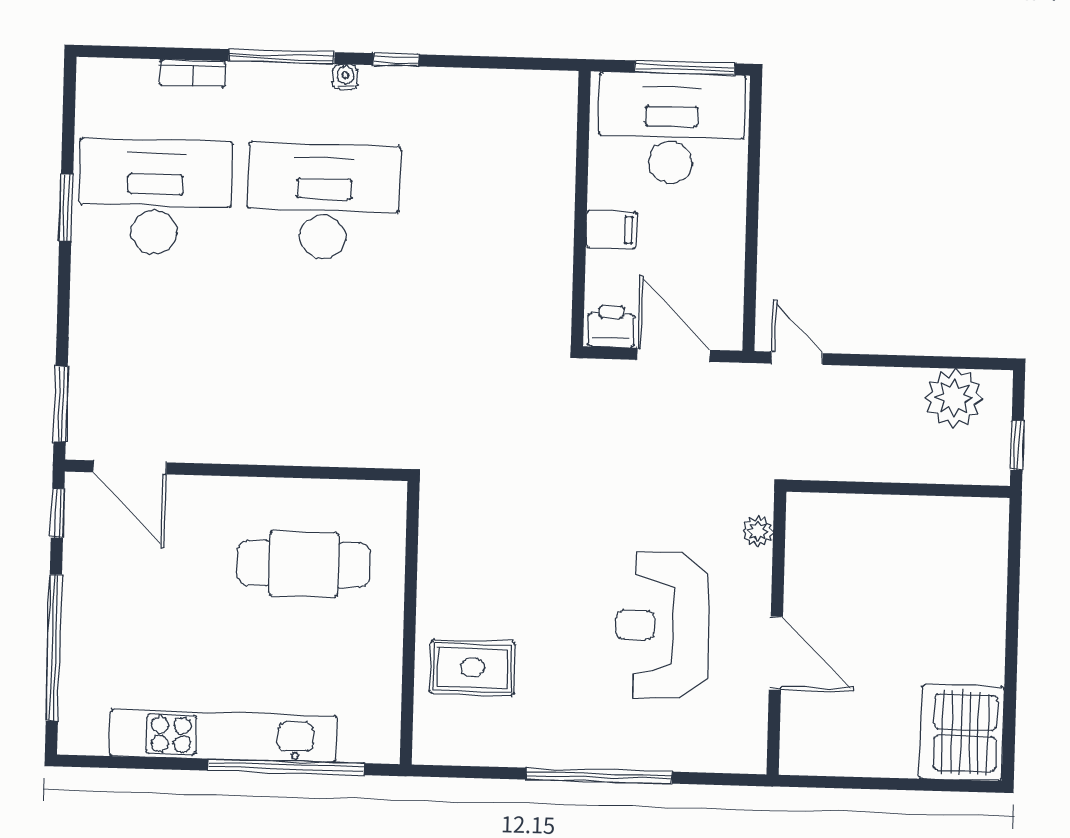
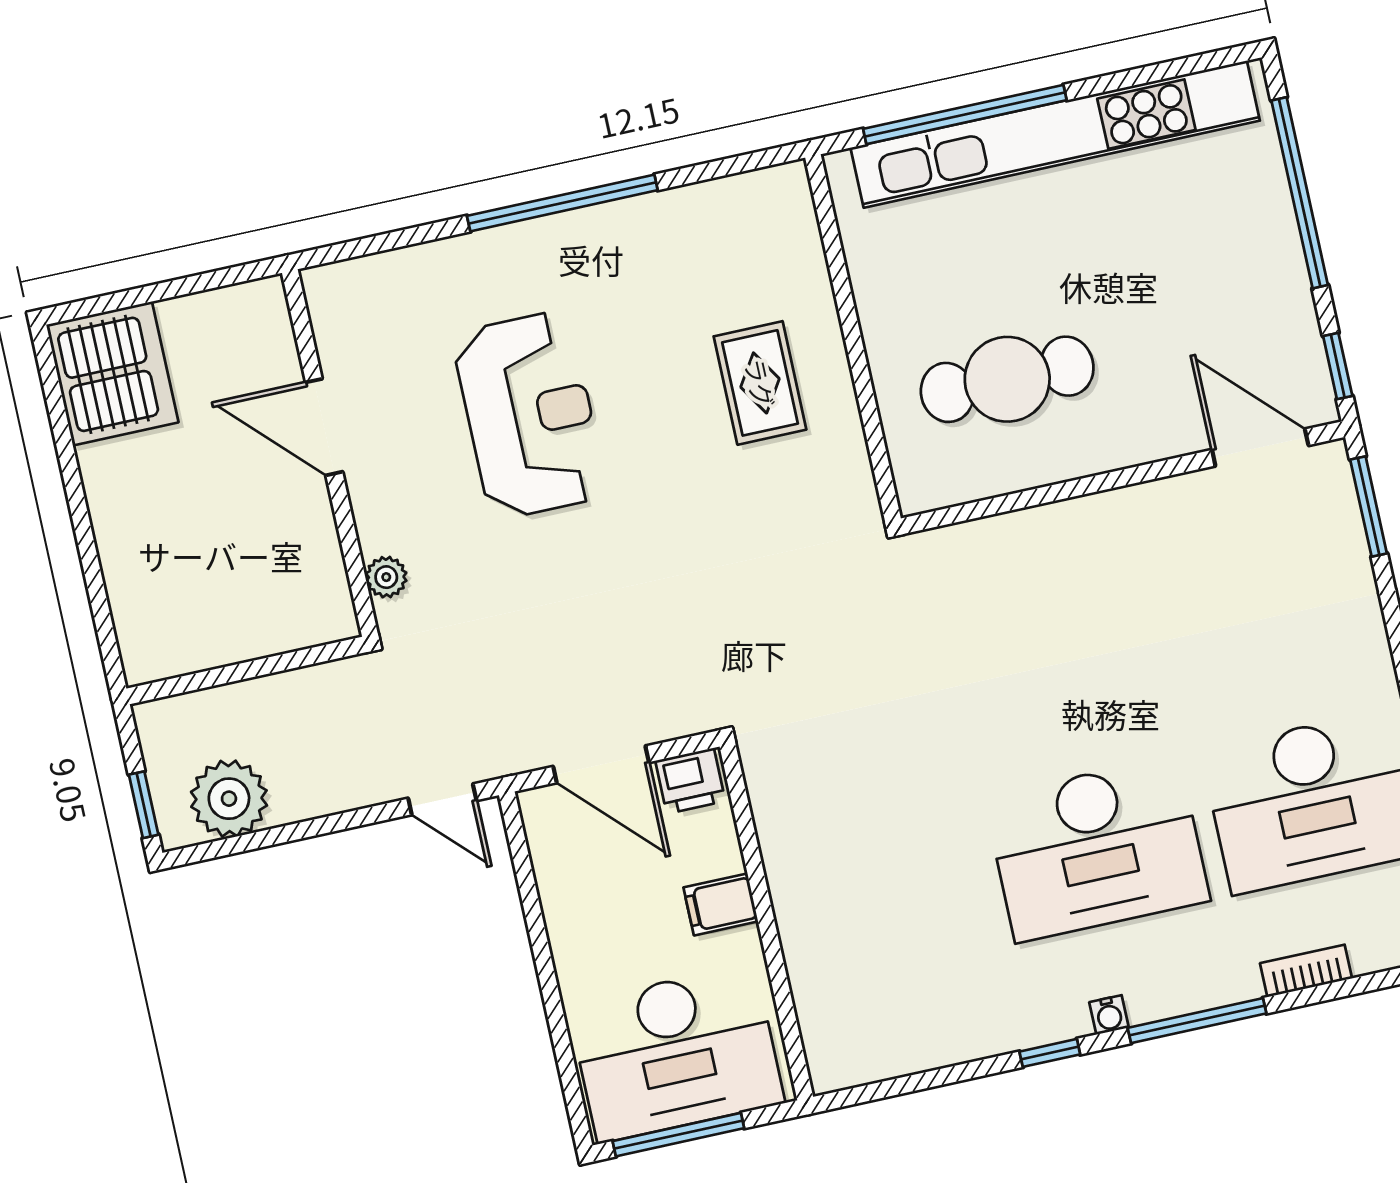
window: (1017, 445) -> (144, 805), moved
plant: (758, 531) -> (386, 577), moved
wall: (776, 633) -> (330, 453), moved
door: (776, 653) -> (324, 427), moved
rug: (473, 668) -> (760, 383), moved, turned 90
kitchen unit: (223, 736) -> (1055, 134), width x1.36

